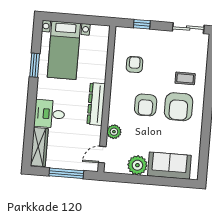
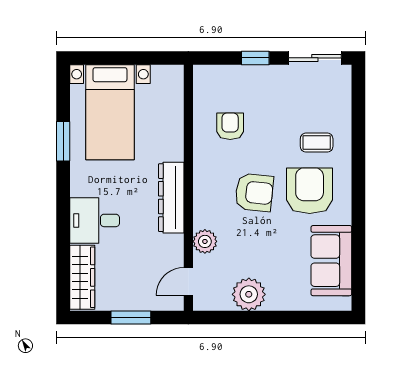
window: (142, 24) -> (255, 58), moved
armchair: (146, 105) -> (254, 192), turned -84
armchair: (179, 107) -> (310, 191), turned 180
sofa: (169, 166) -> (331, 261), moved, turned -90
window: (66, 173) -> (131, 318), width x0.69

